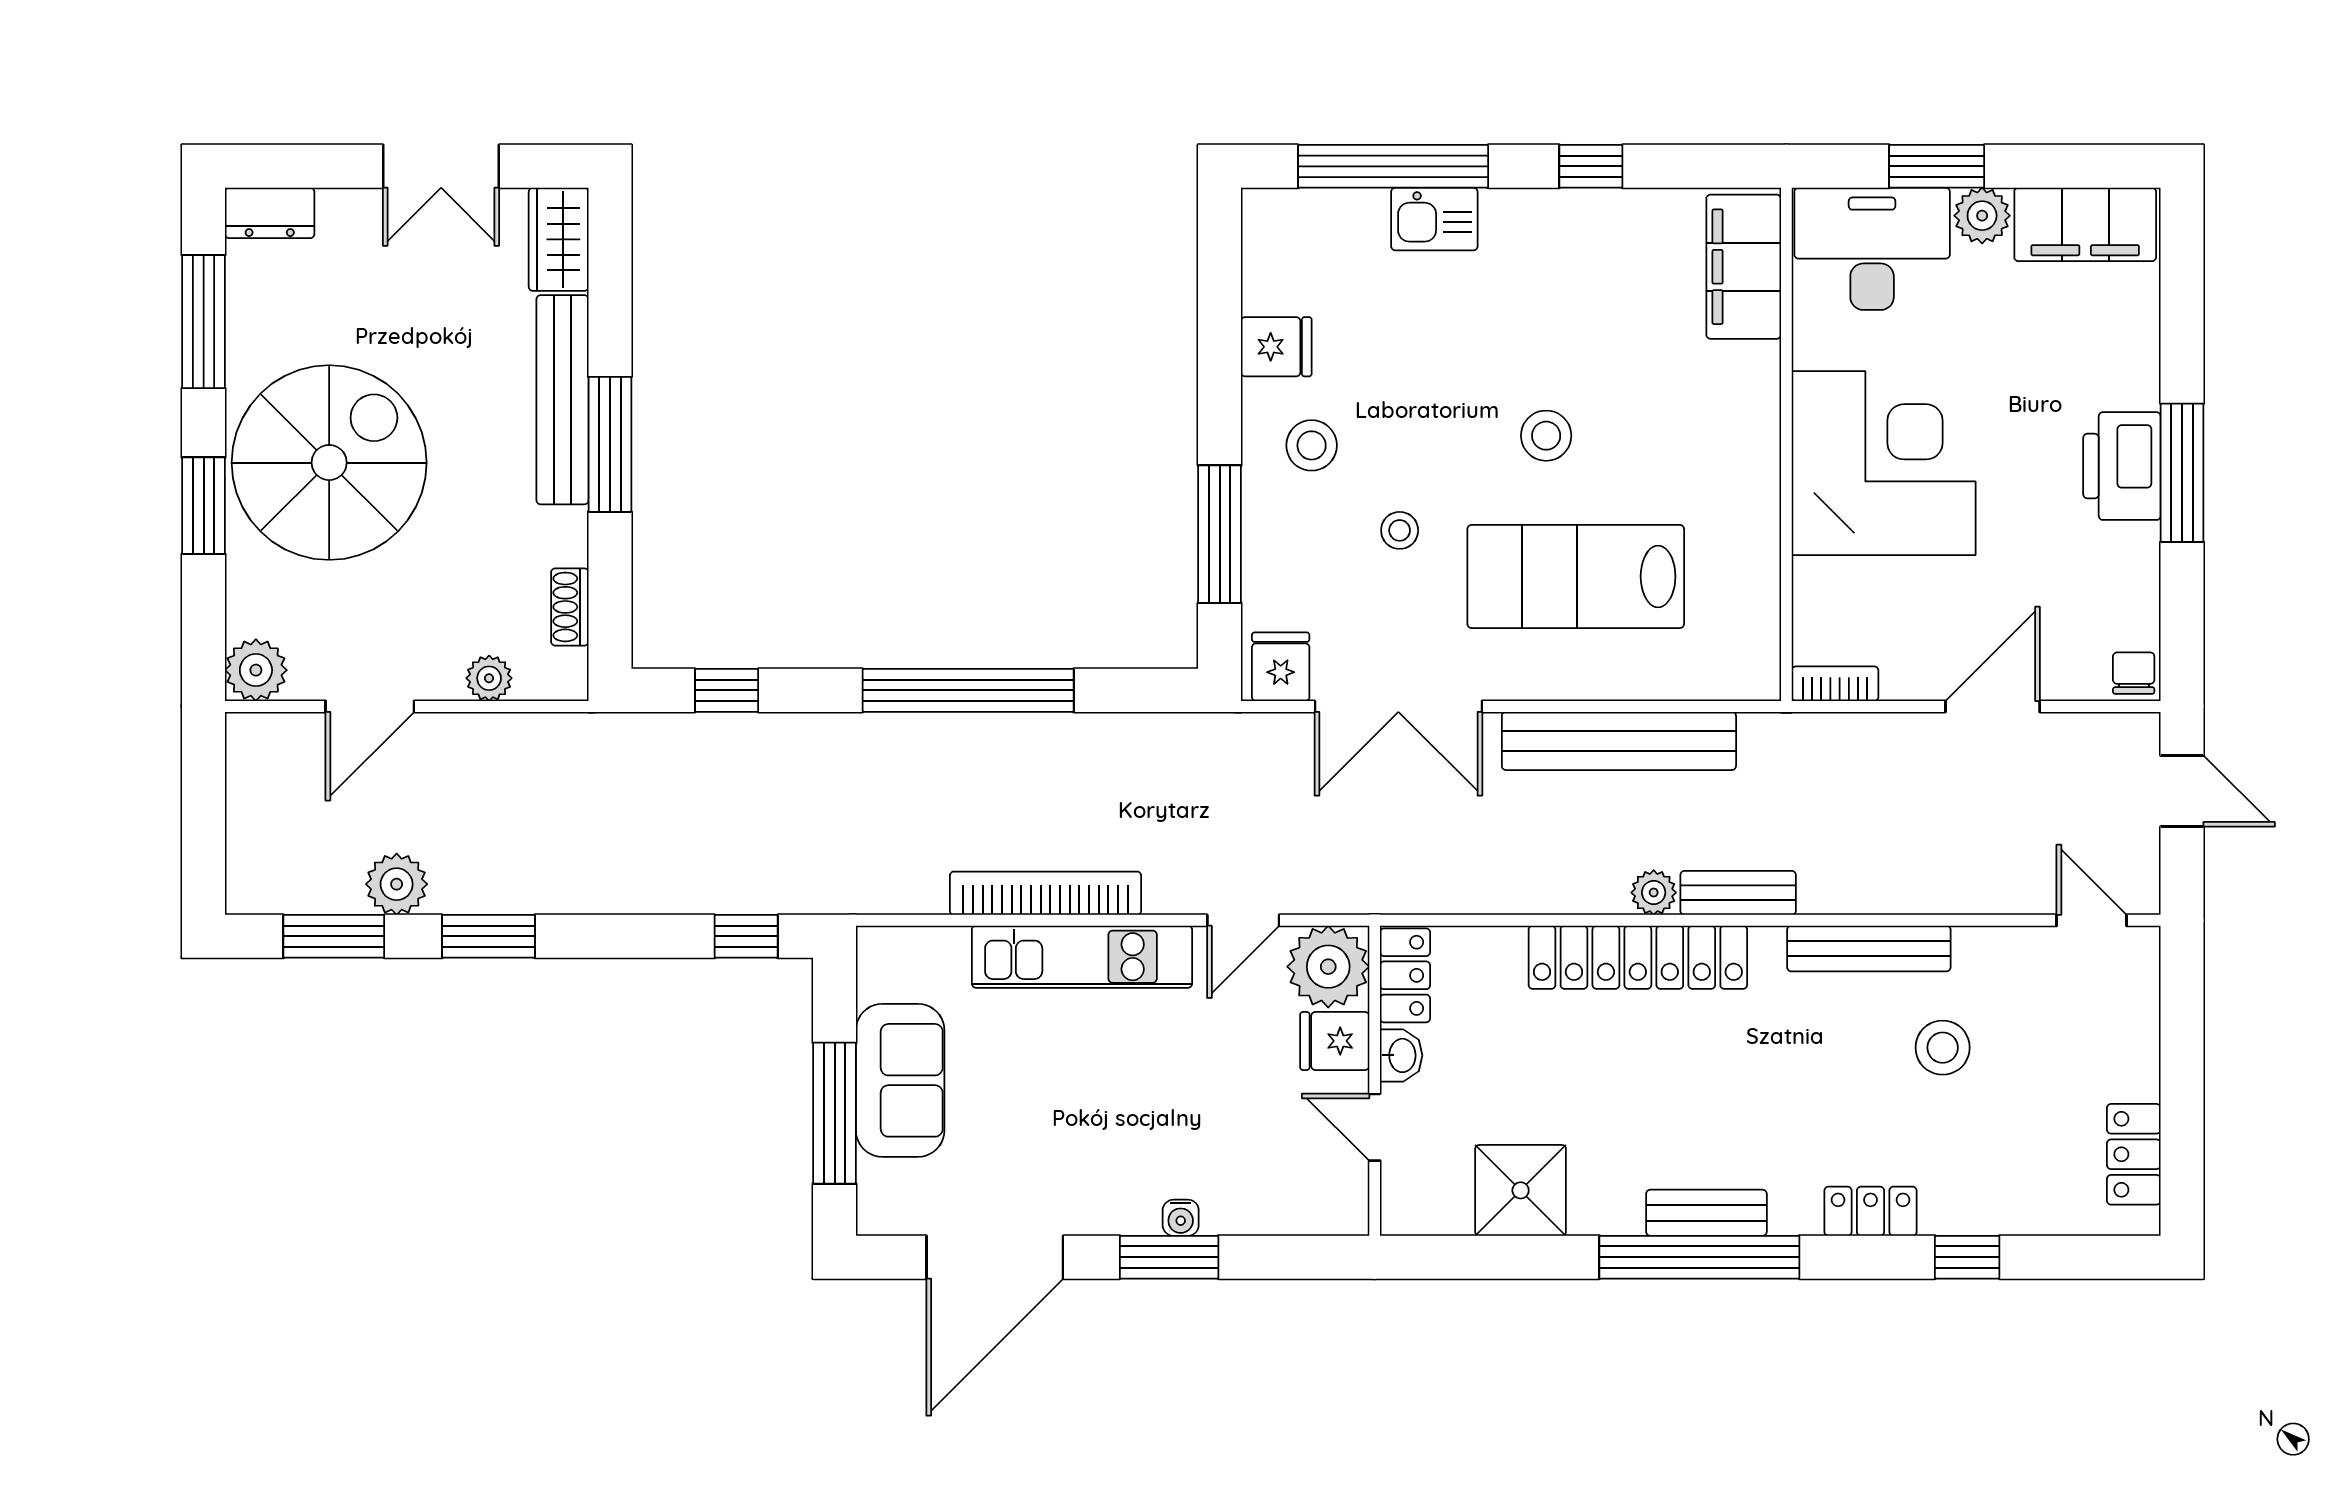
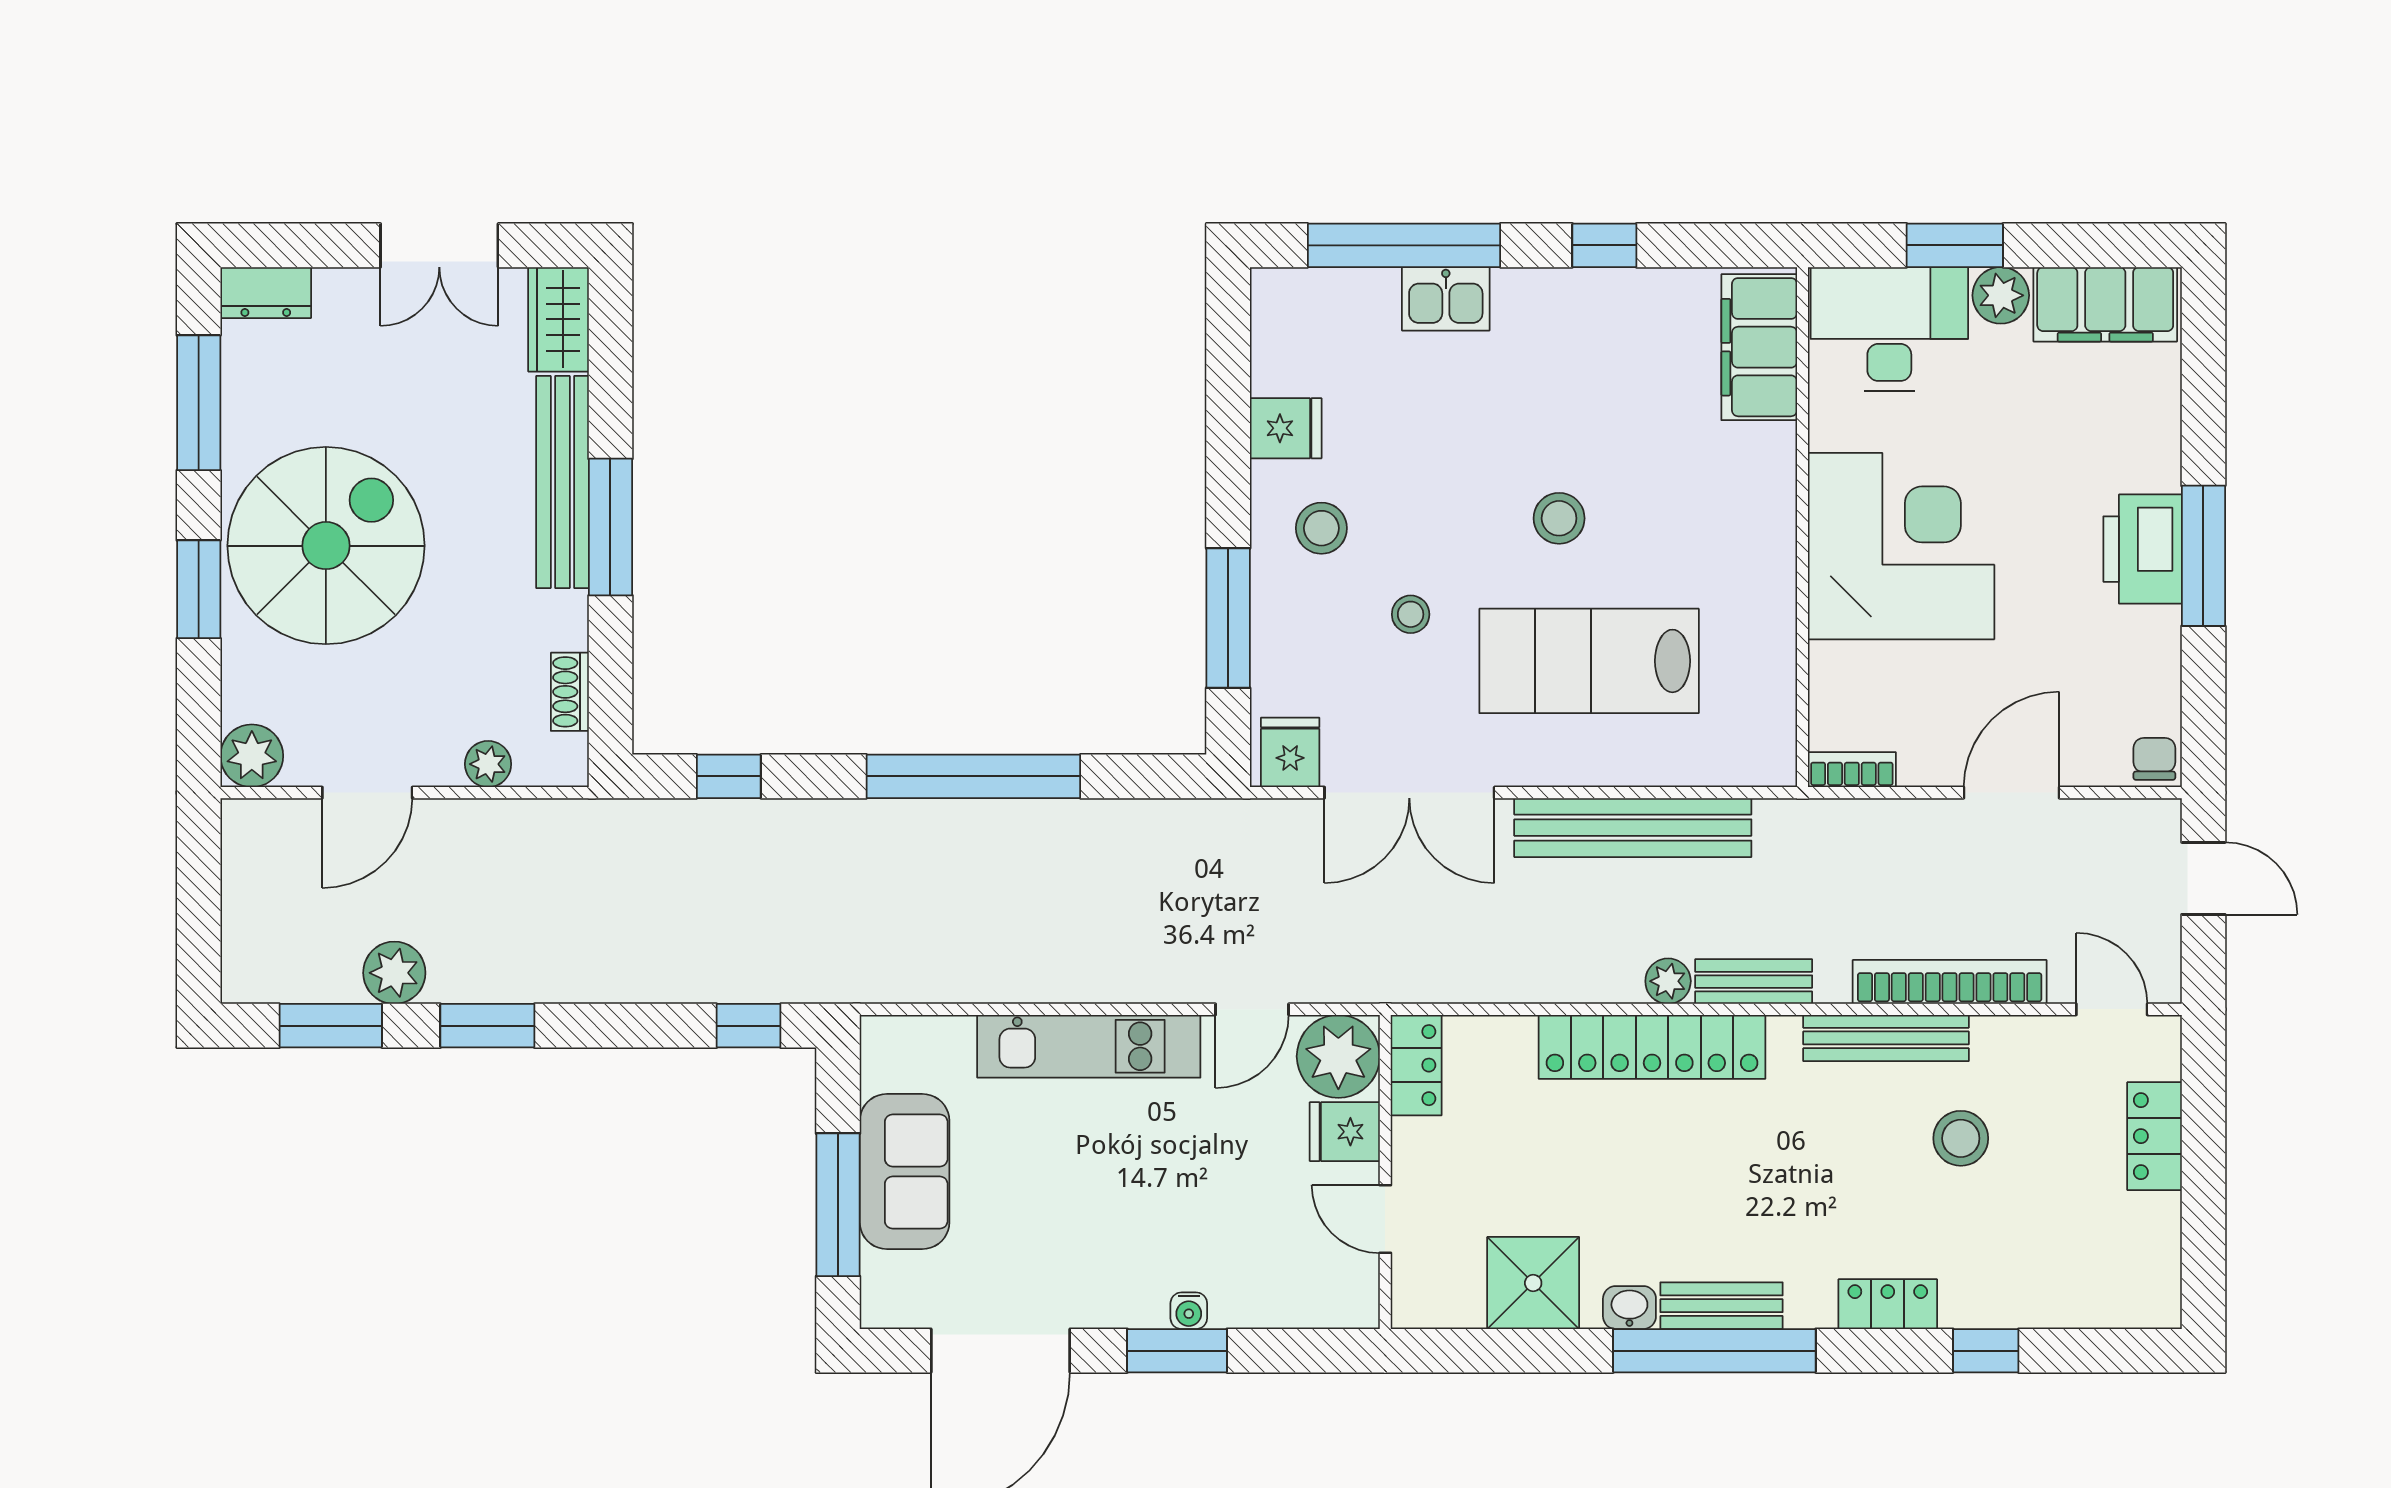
bookcase: (1046, 893) -> (1950, 982), moved
washbasin: (1401, 1055) -> (1629, 1308), moved, turned -90
locker: (2134, 1154) -> (2154, 1136), moved

